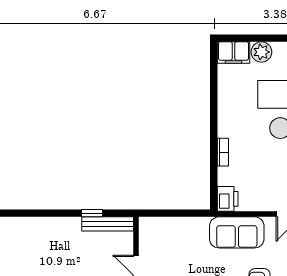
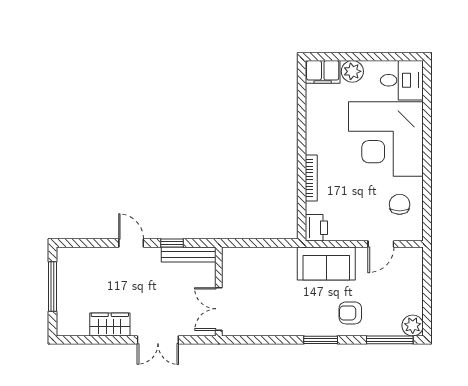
bookcase: (223, 152) -> (311, 178), width x1.56
door: (54, 213) -> (131, 243), added

